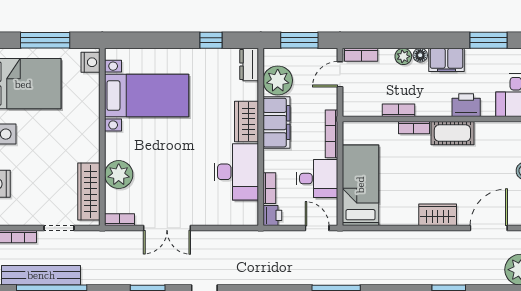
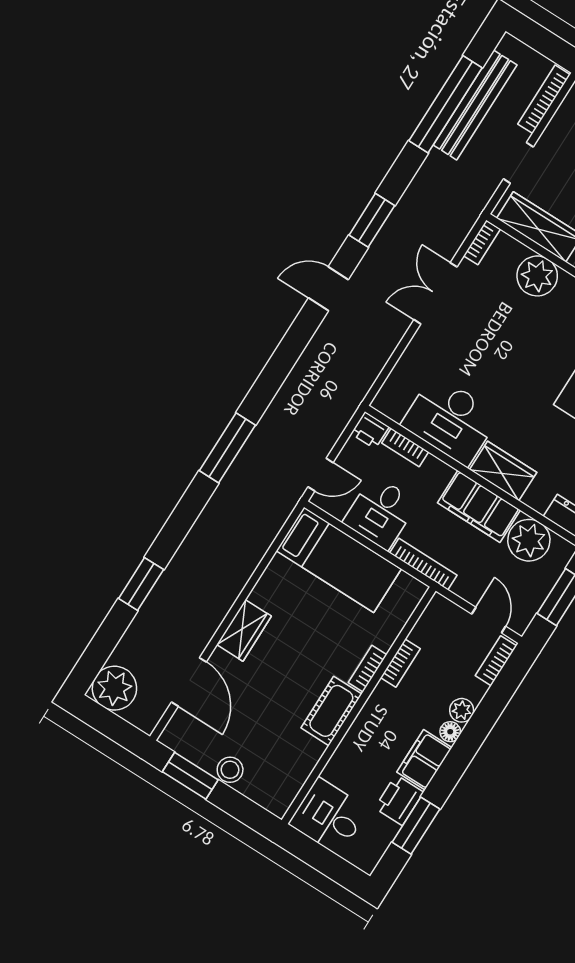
printer: (466, 105) -> (399, 800), moved, turned 180

